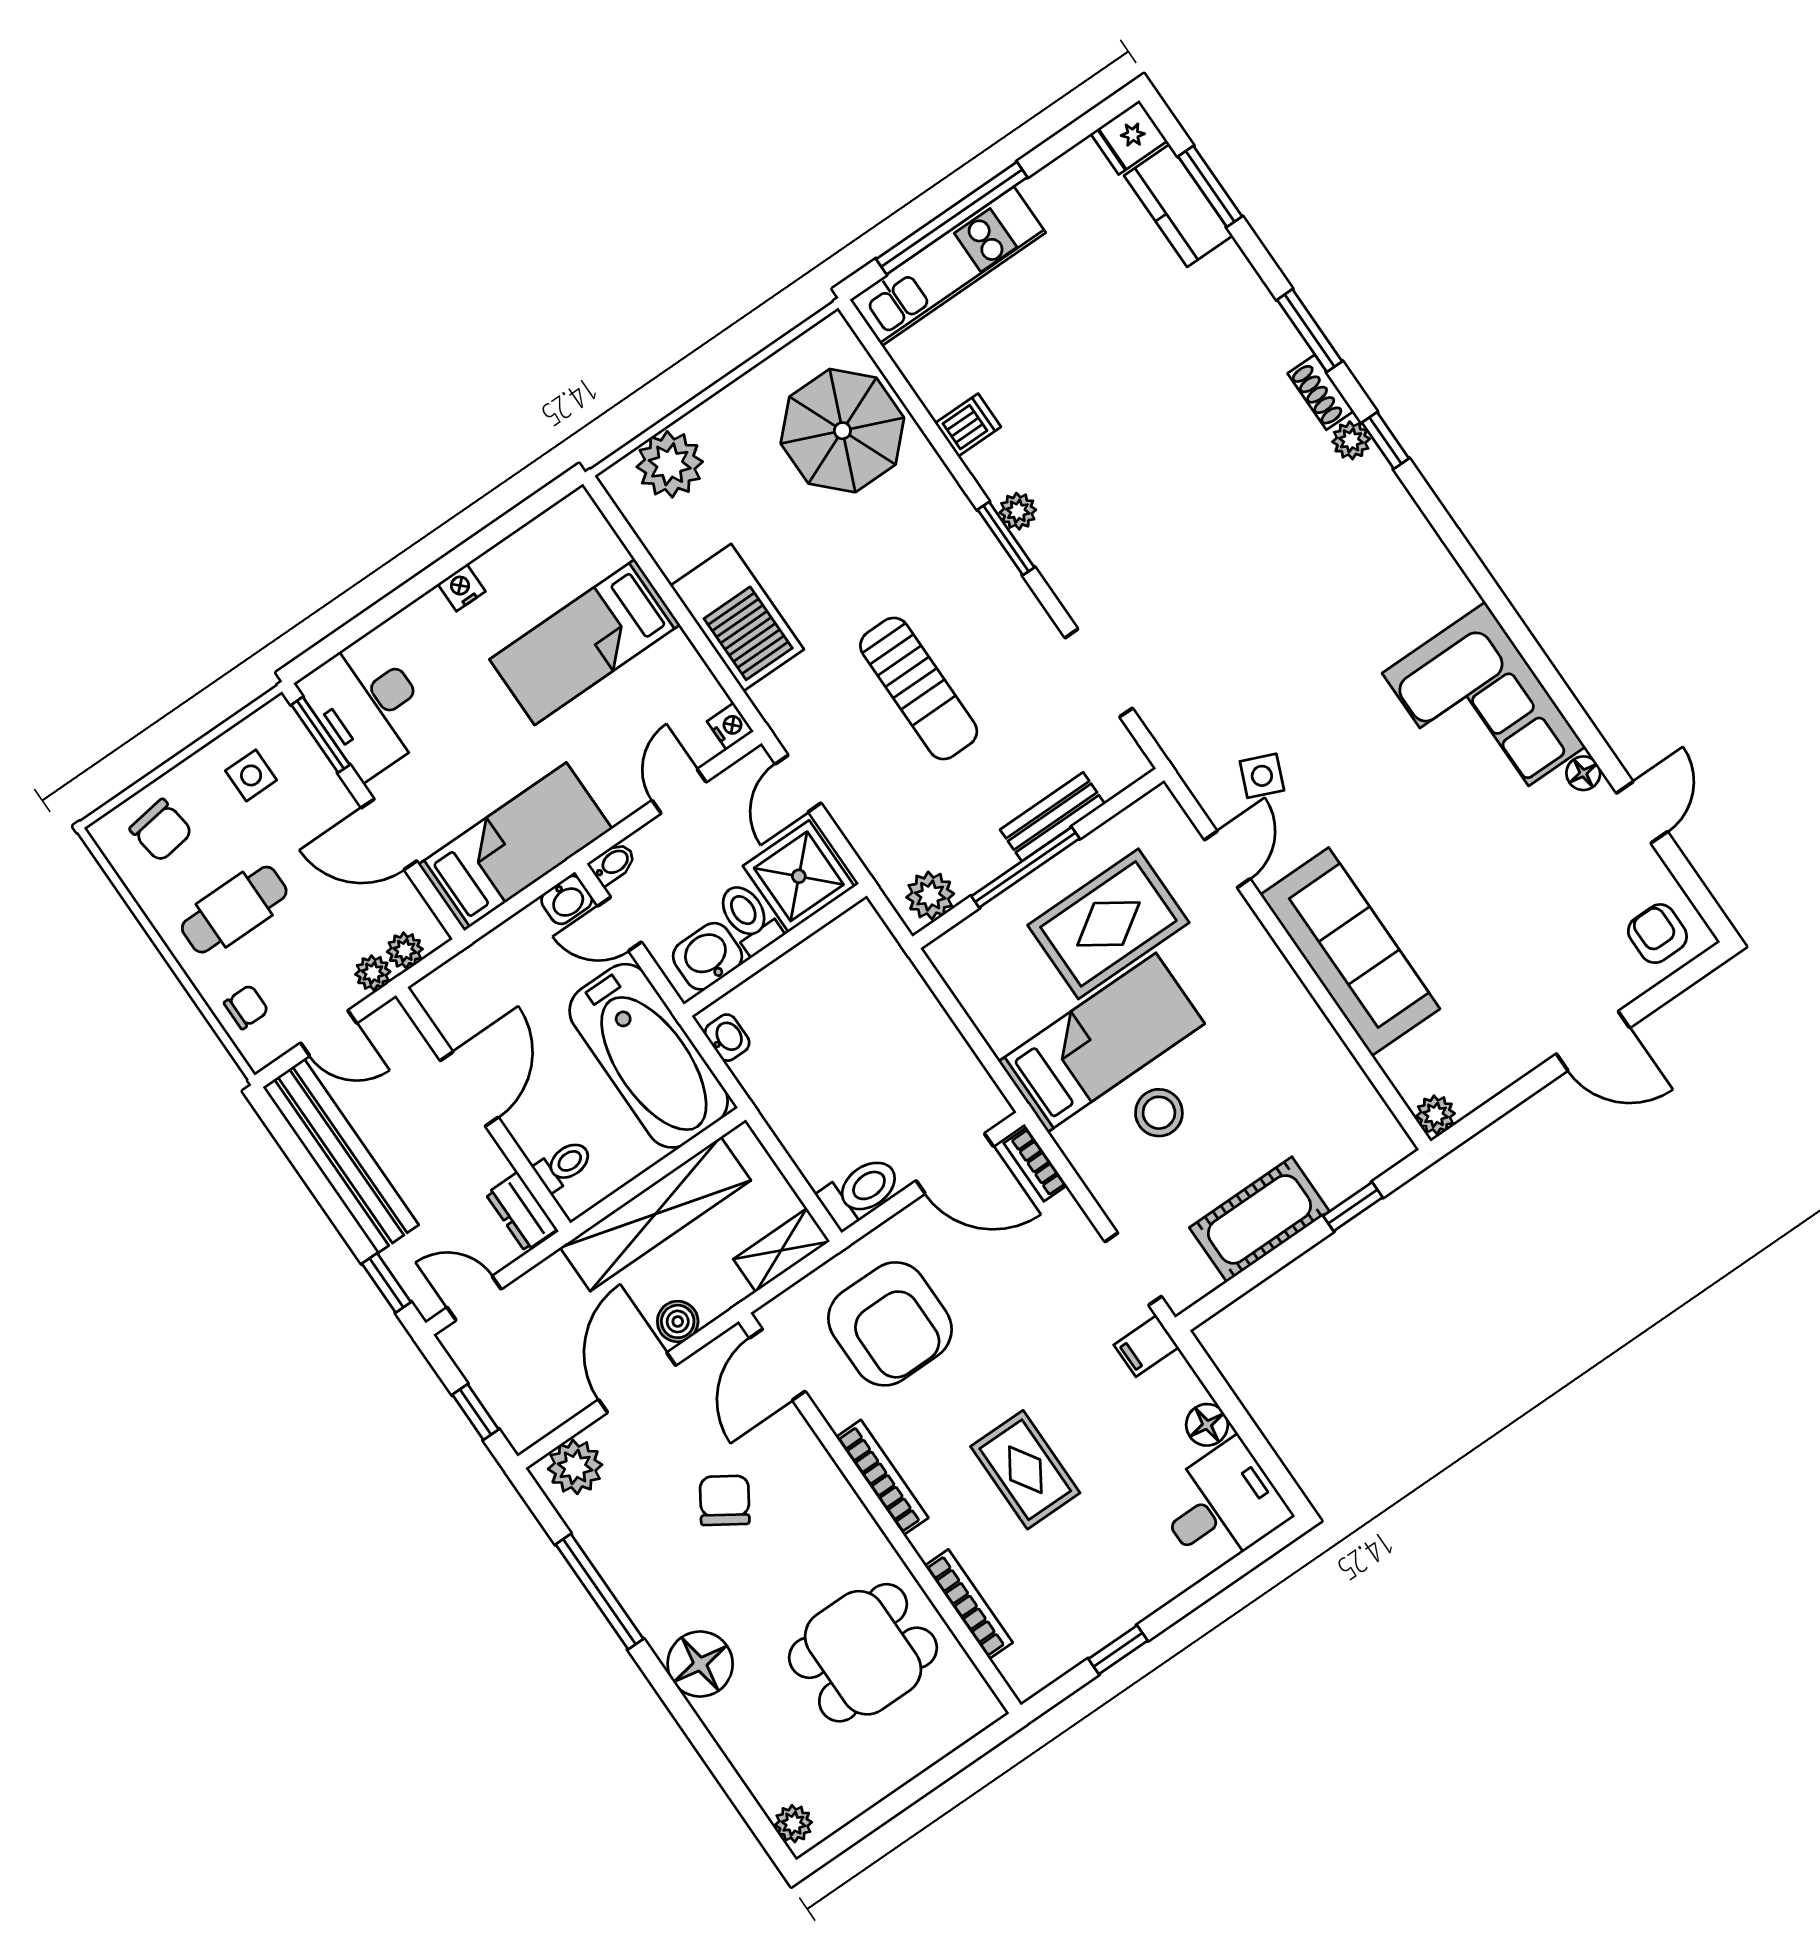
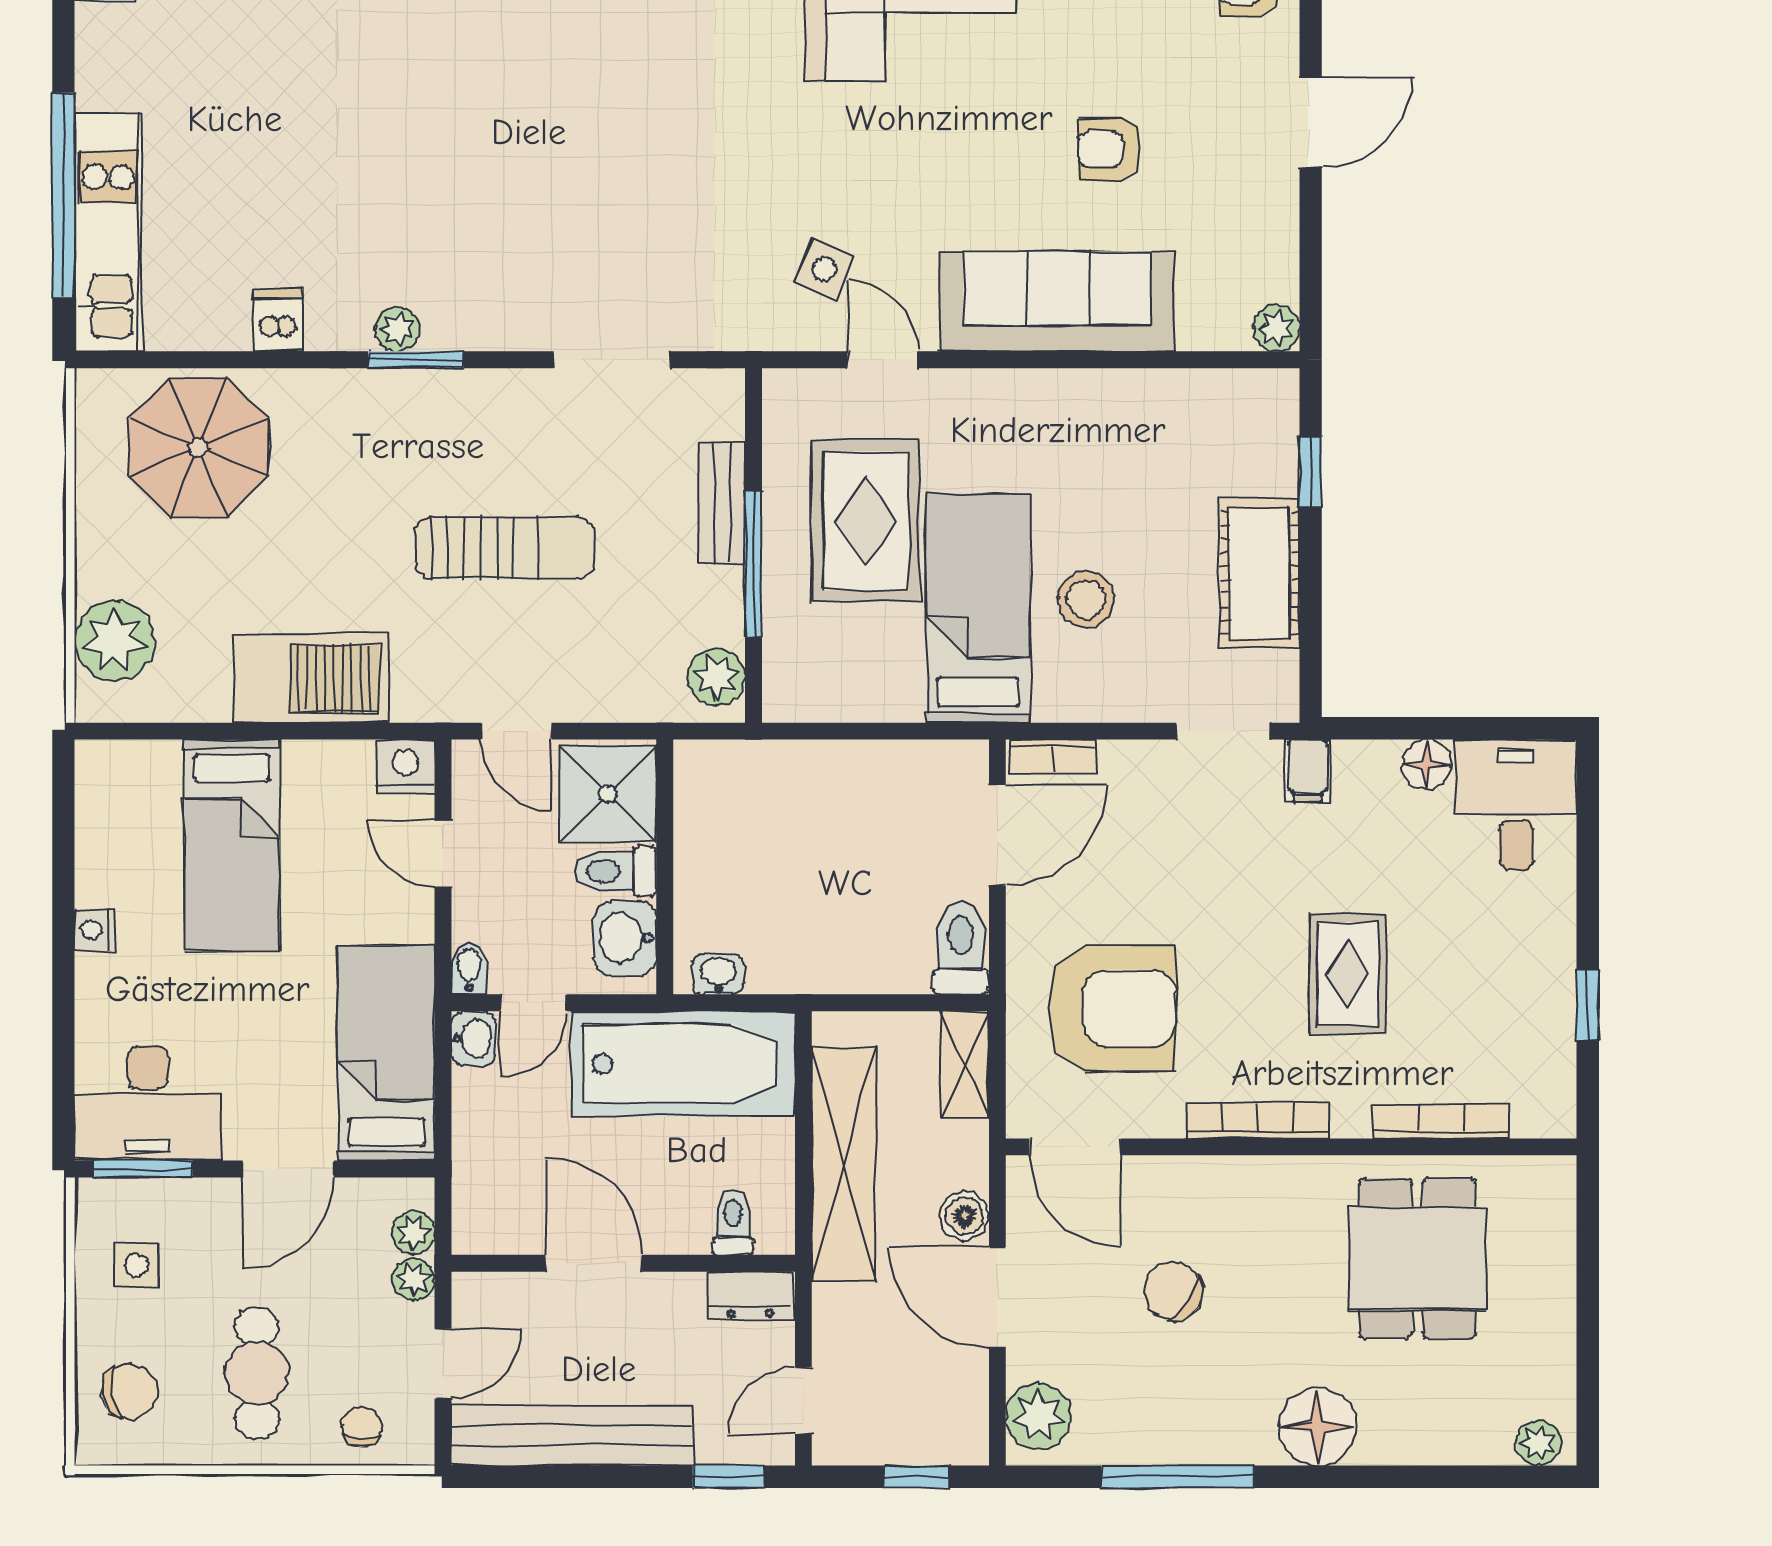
nightstand: (730, 726) -> (406, 766), width x1.39, depth x1.35
armchair: (1479, 915) -> (1109, 149), added
rug: (1025, 1470) -> (1347, 974), turned 90

